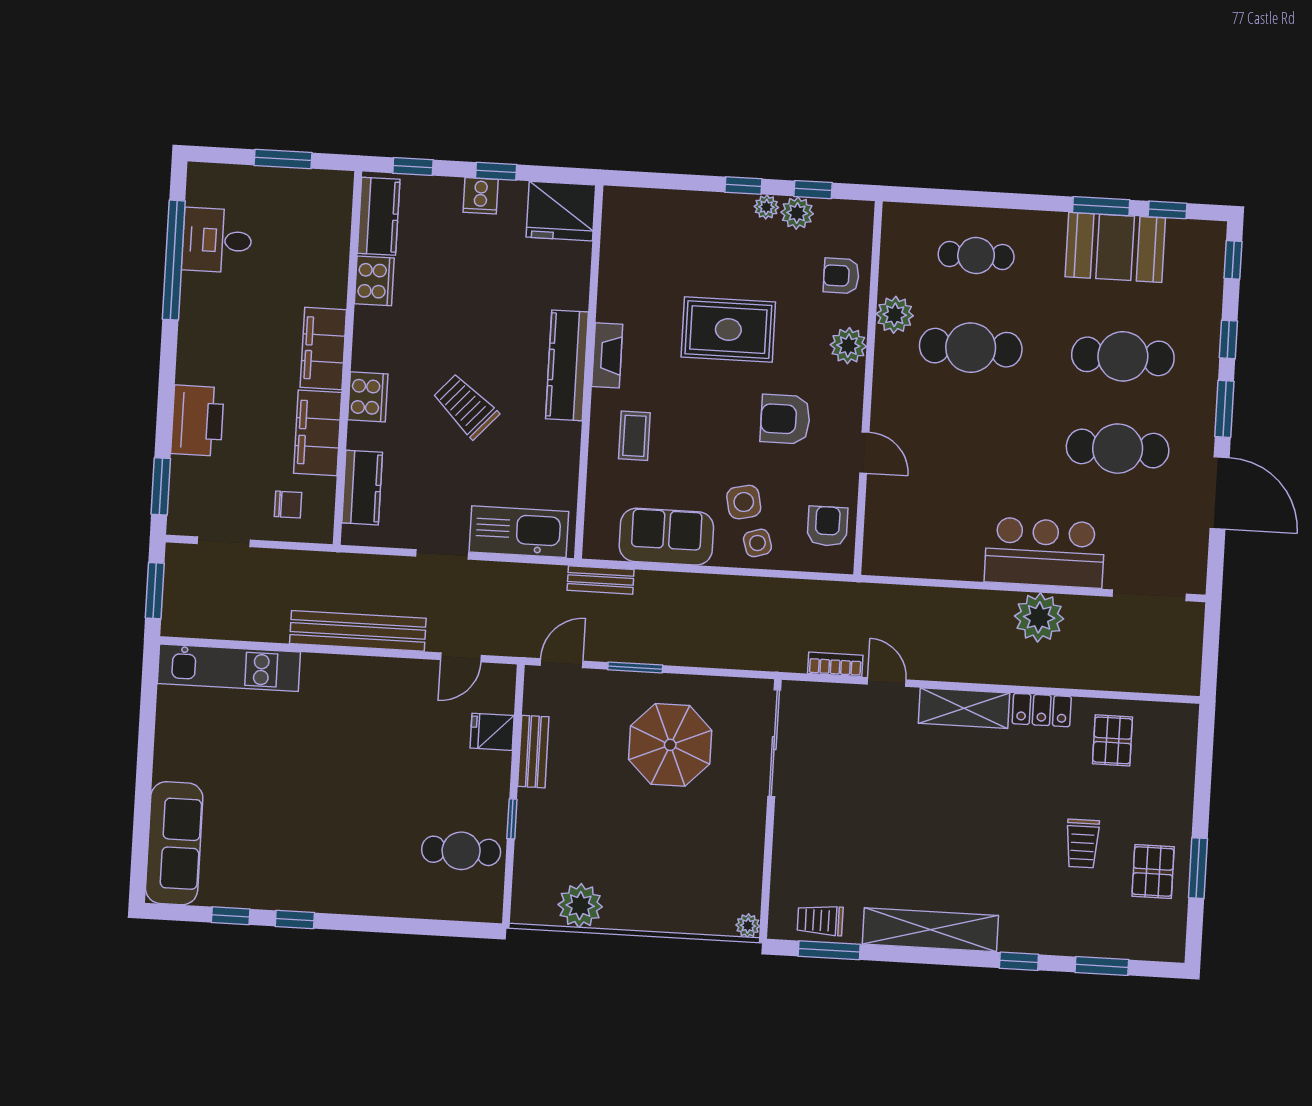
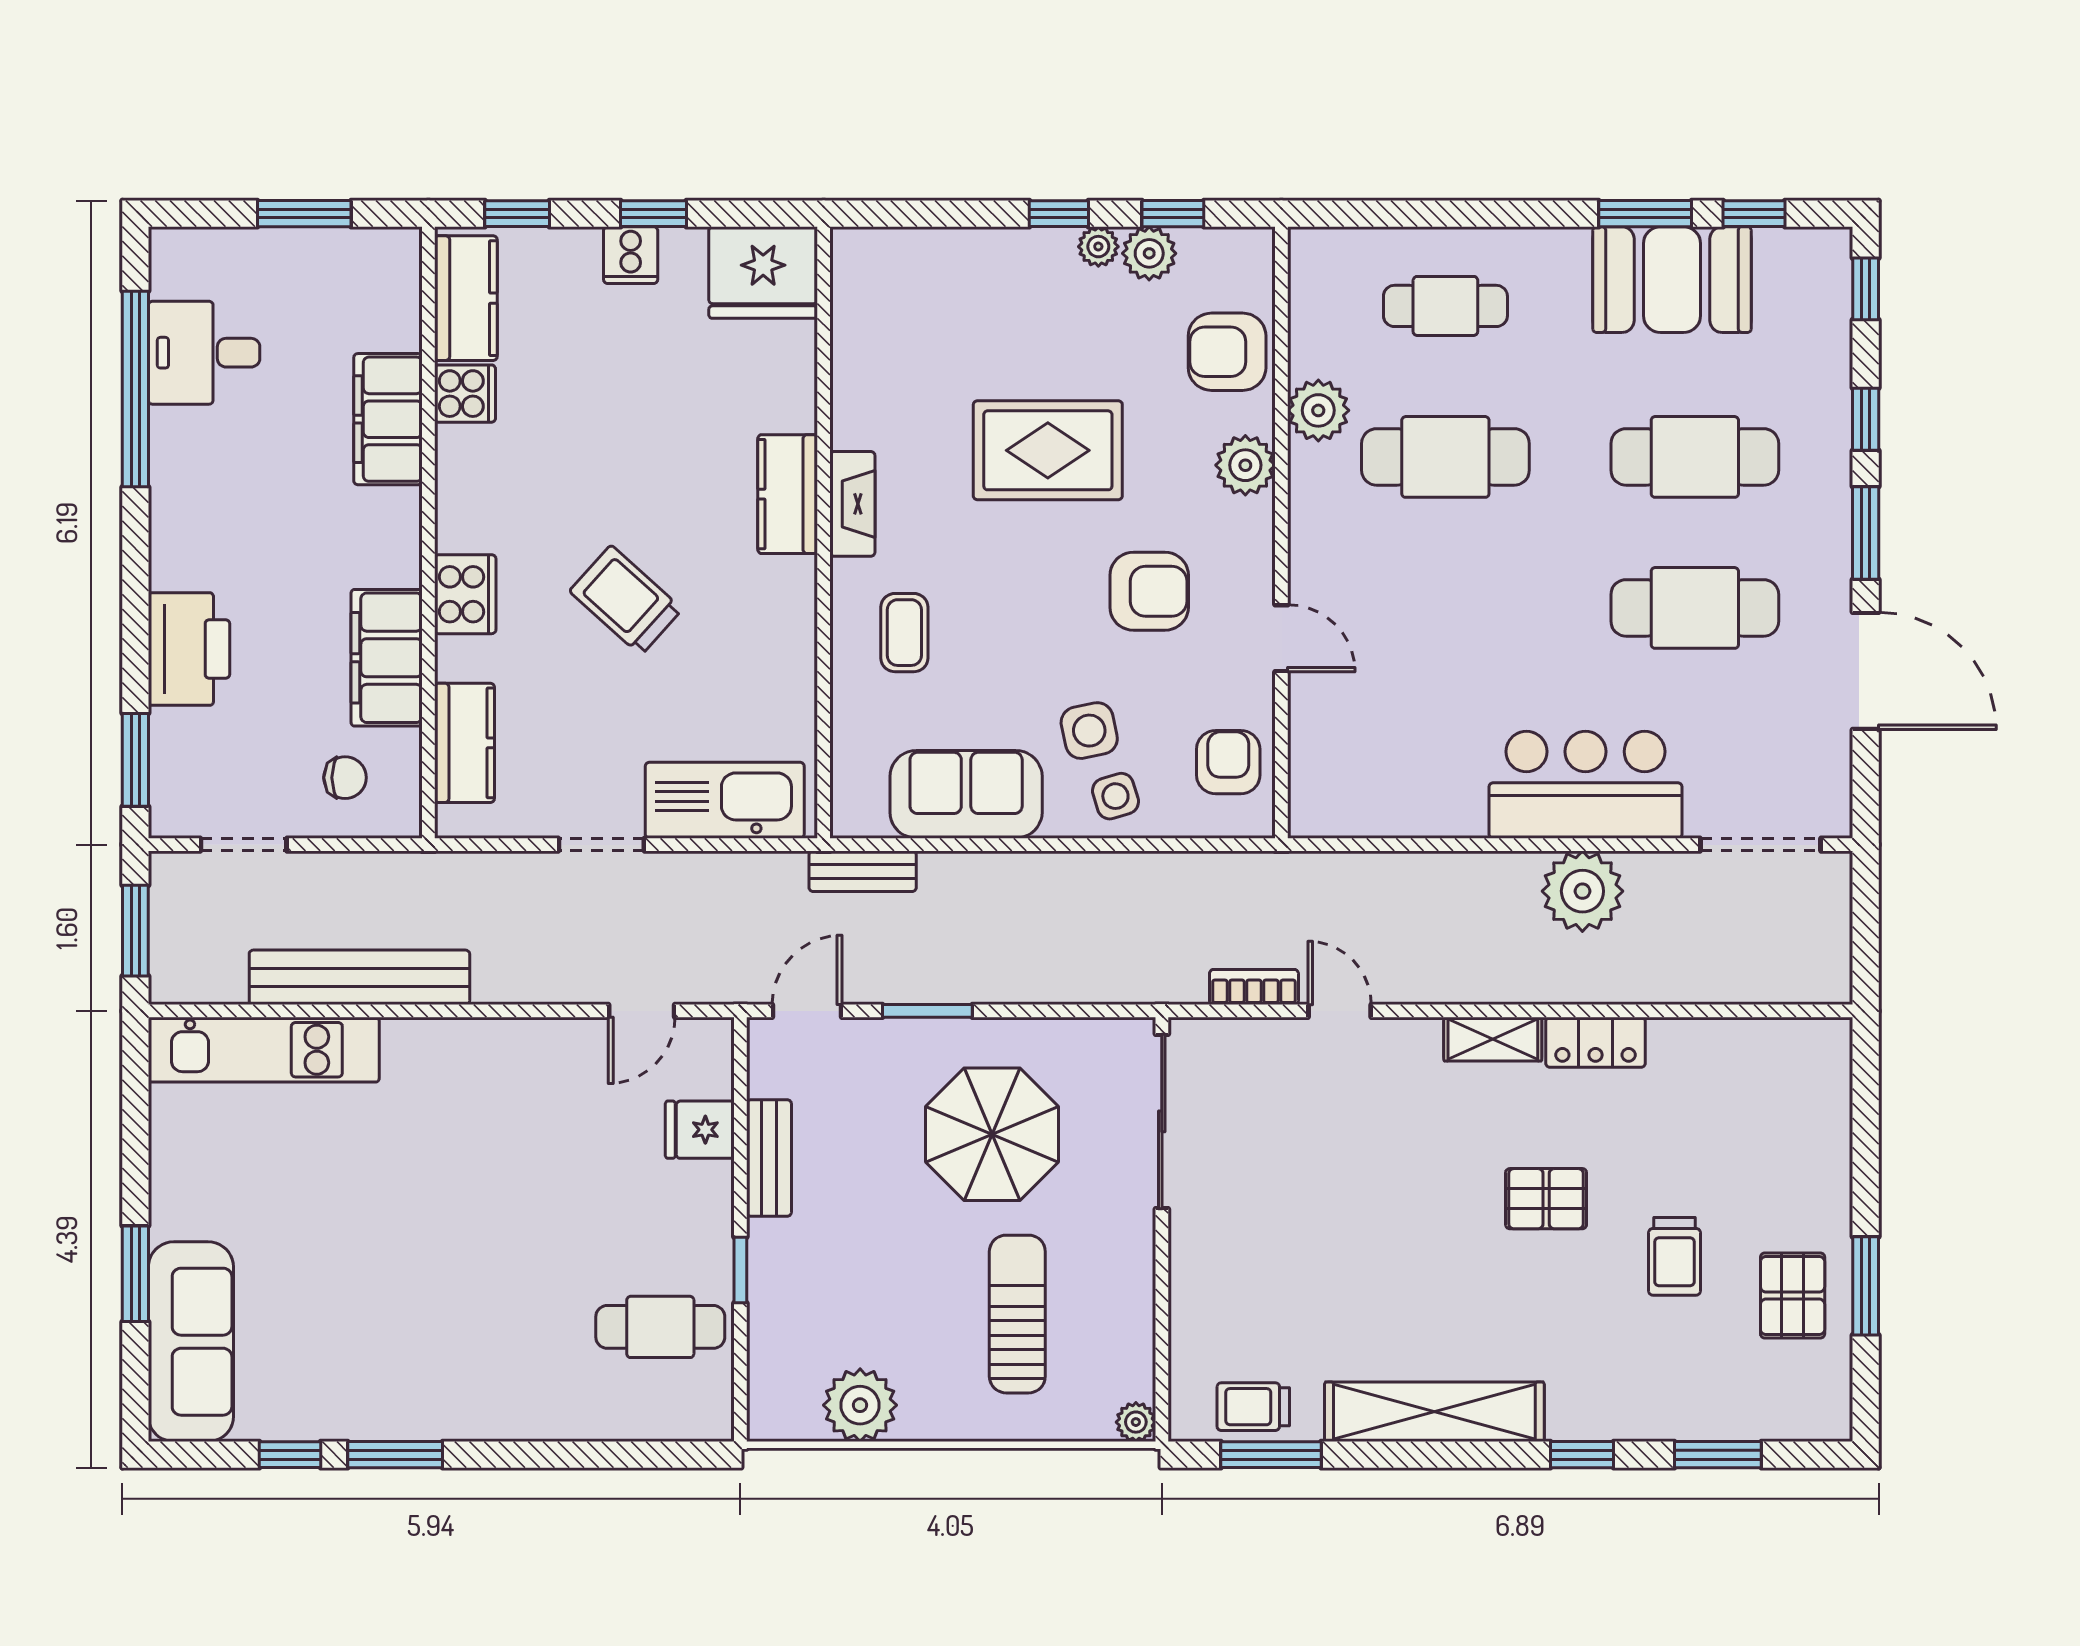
armchair: (841, 276) -> (1227, 352), width x1.38, depth x1.38
cooker: (374, 281) -> (465, 394), width x0.73
filing cabinet: (323, 349) -> (388, 419), moved
kitchen counter: (567, 365) -> (788, 494), width x0.67
armchair: (785, 419) -> (1149, 591), turned 180
bench: (358, 631) -> (359, 977), moved
shelving: (964, 708) -> (1493, 1039), width x0.67, depth x0.75
pallet: (1112, 740) -> (1546, 1199), moved, turned 90
window: (143, 800) -> (135, 1274), added
sun lounger: (679, 856) -> (1017, 1314), added
window: (295, 919) -> (395, 1455), width x1.50

